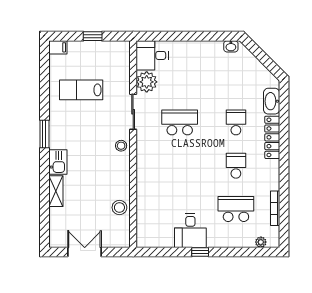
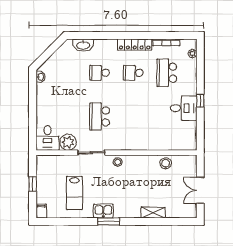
locker: (272, 137) -> (135, 45), moved
kitchen sink: (58, 162) -> (103, 211), moved

